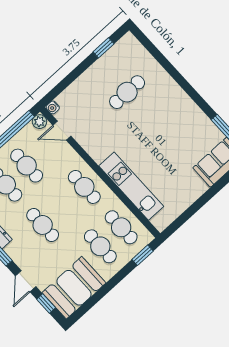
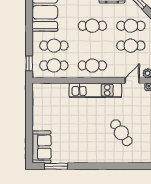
cafe table: (127, 92) -> (121, 133), turned -35
kitchen unit: (131, 186) -> (95, 90), moved

